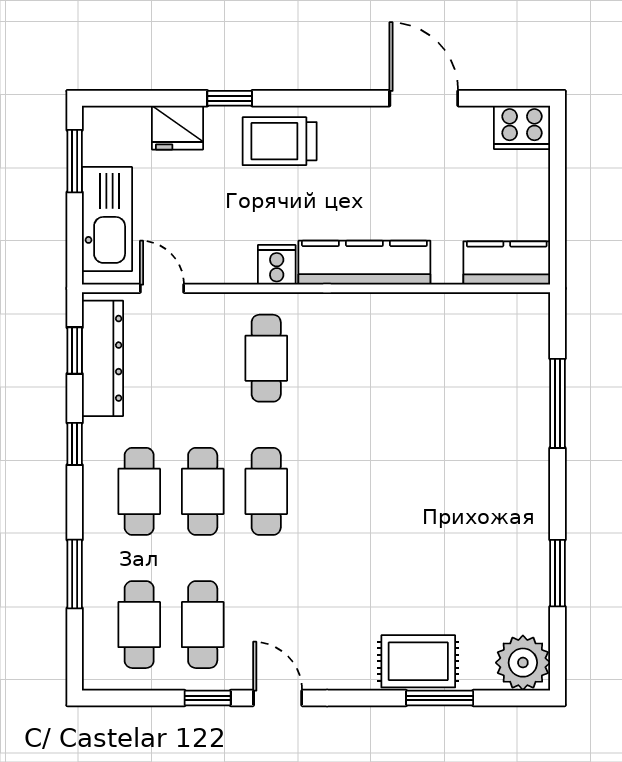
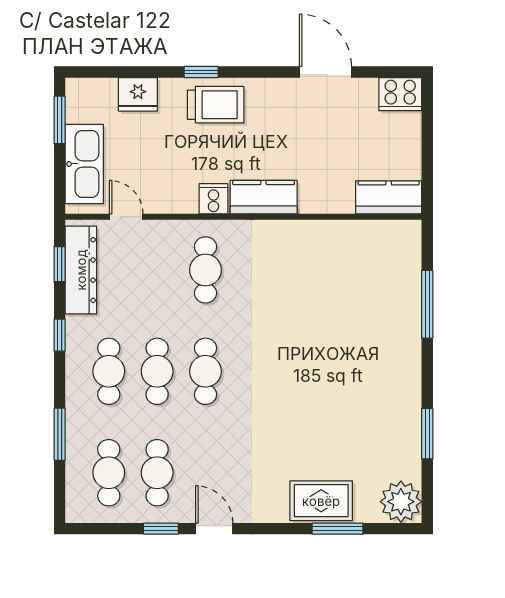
window: (230, 98) -> (201, 72), moved
trolley: (280, 141) -> (216, 105), turned 180
kitchen counter: (364, 263) -> (264, 197), width x0.67

